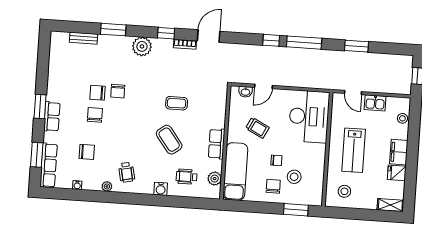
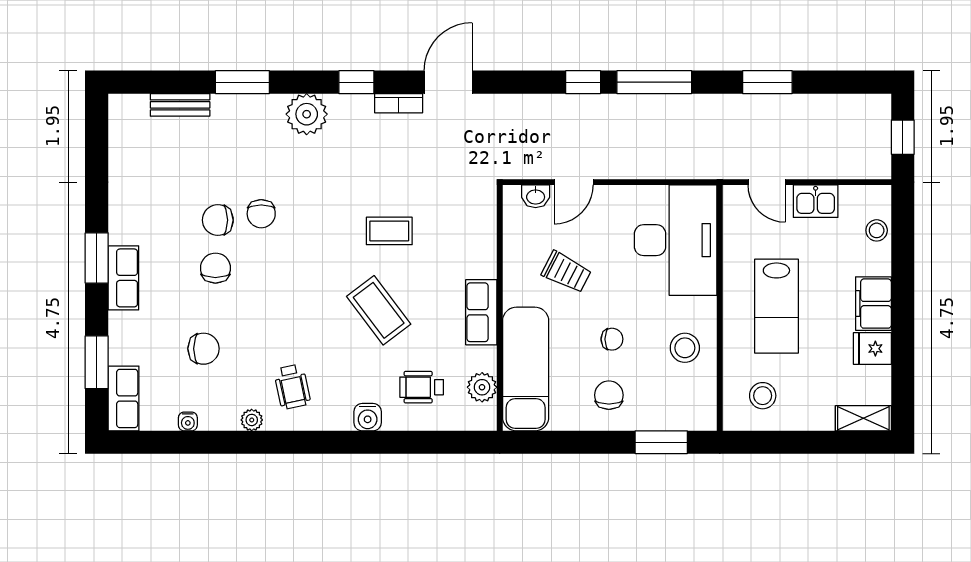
row of seats: (49, 165) -> (124, 398), width x0.68
stool: (294, 177) -> (685, 348), moved

